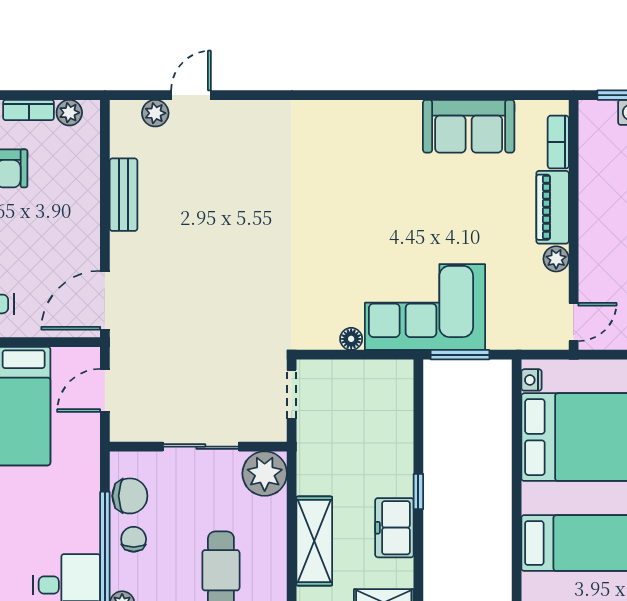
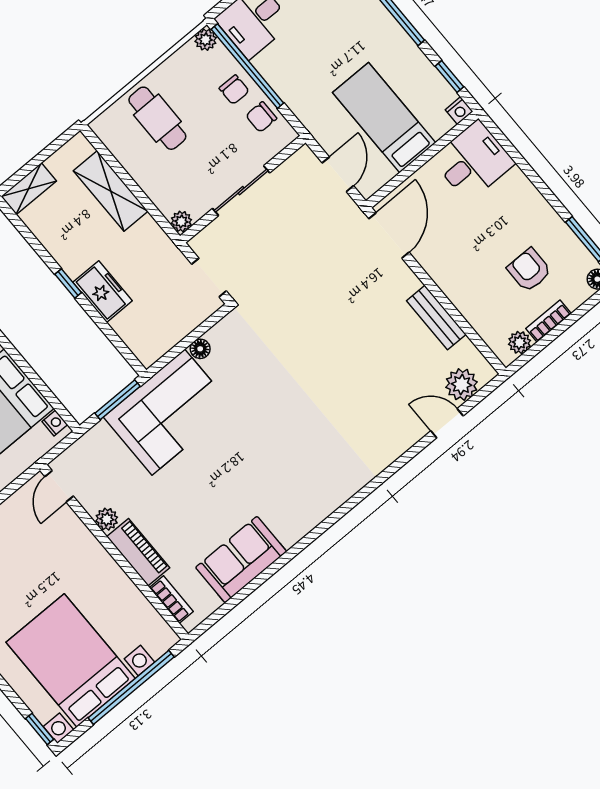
door: (191, 95) -> (447, 423), swing flipped
plant: (155, 113) -> (462, 385), width x1.38, depth x1.38
plant: (265, 474) -> (181, 221), width x0.53, depth x0.53
chair: (130, 496) -> (261, 117), width x0.73, depth x0.73
freezer: (394, 528) -> (103, 292), moved

